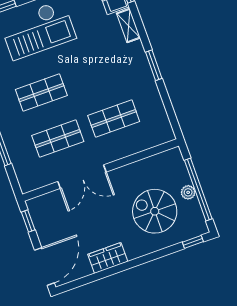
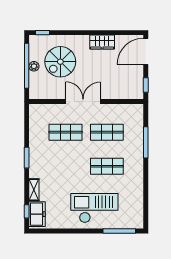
double door: (82, 177) -> (83, 101), moved
spiral stairs: (155, 211) -> (60, 62), turned 90

